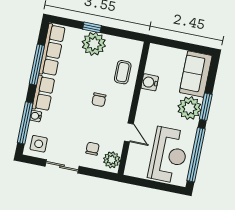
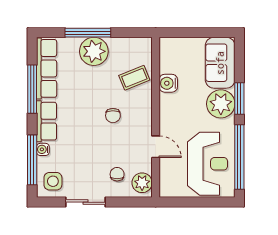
window: (92, 27) -> (88, 33), width x2.17
coffee table: (123, 72) -> (134, 78), turned 68

